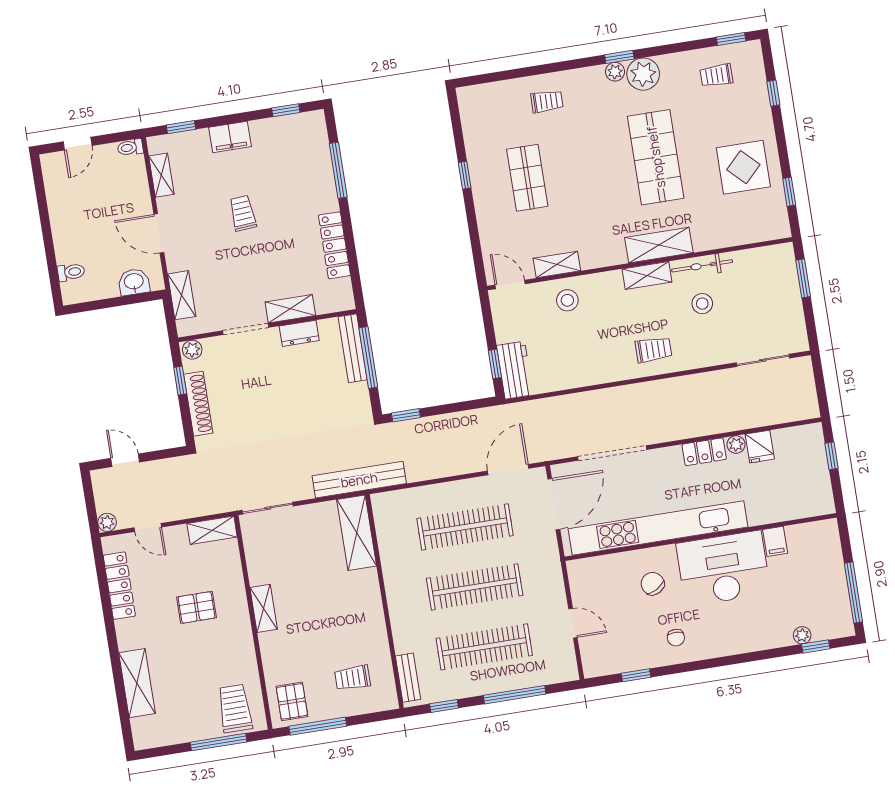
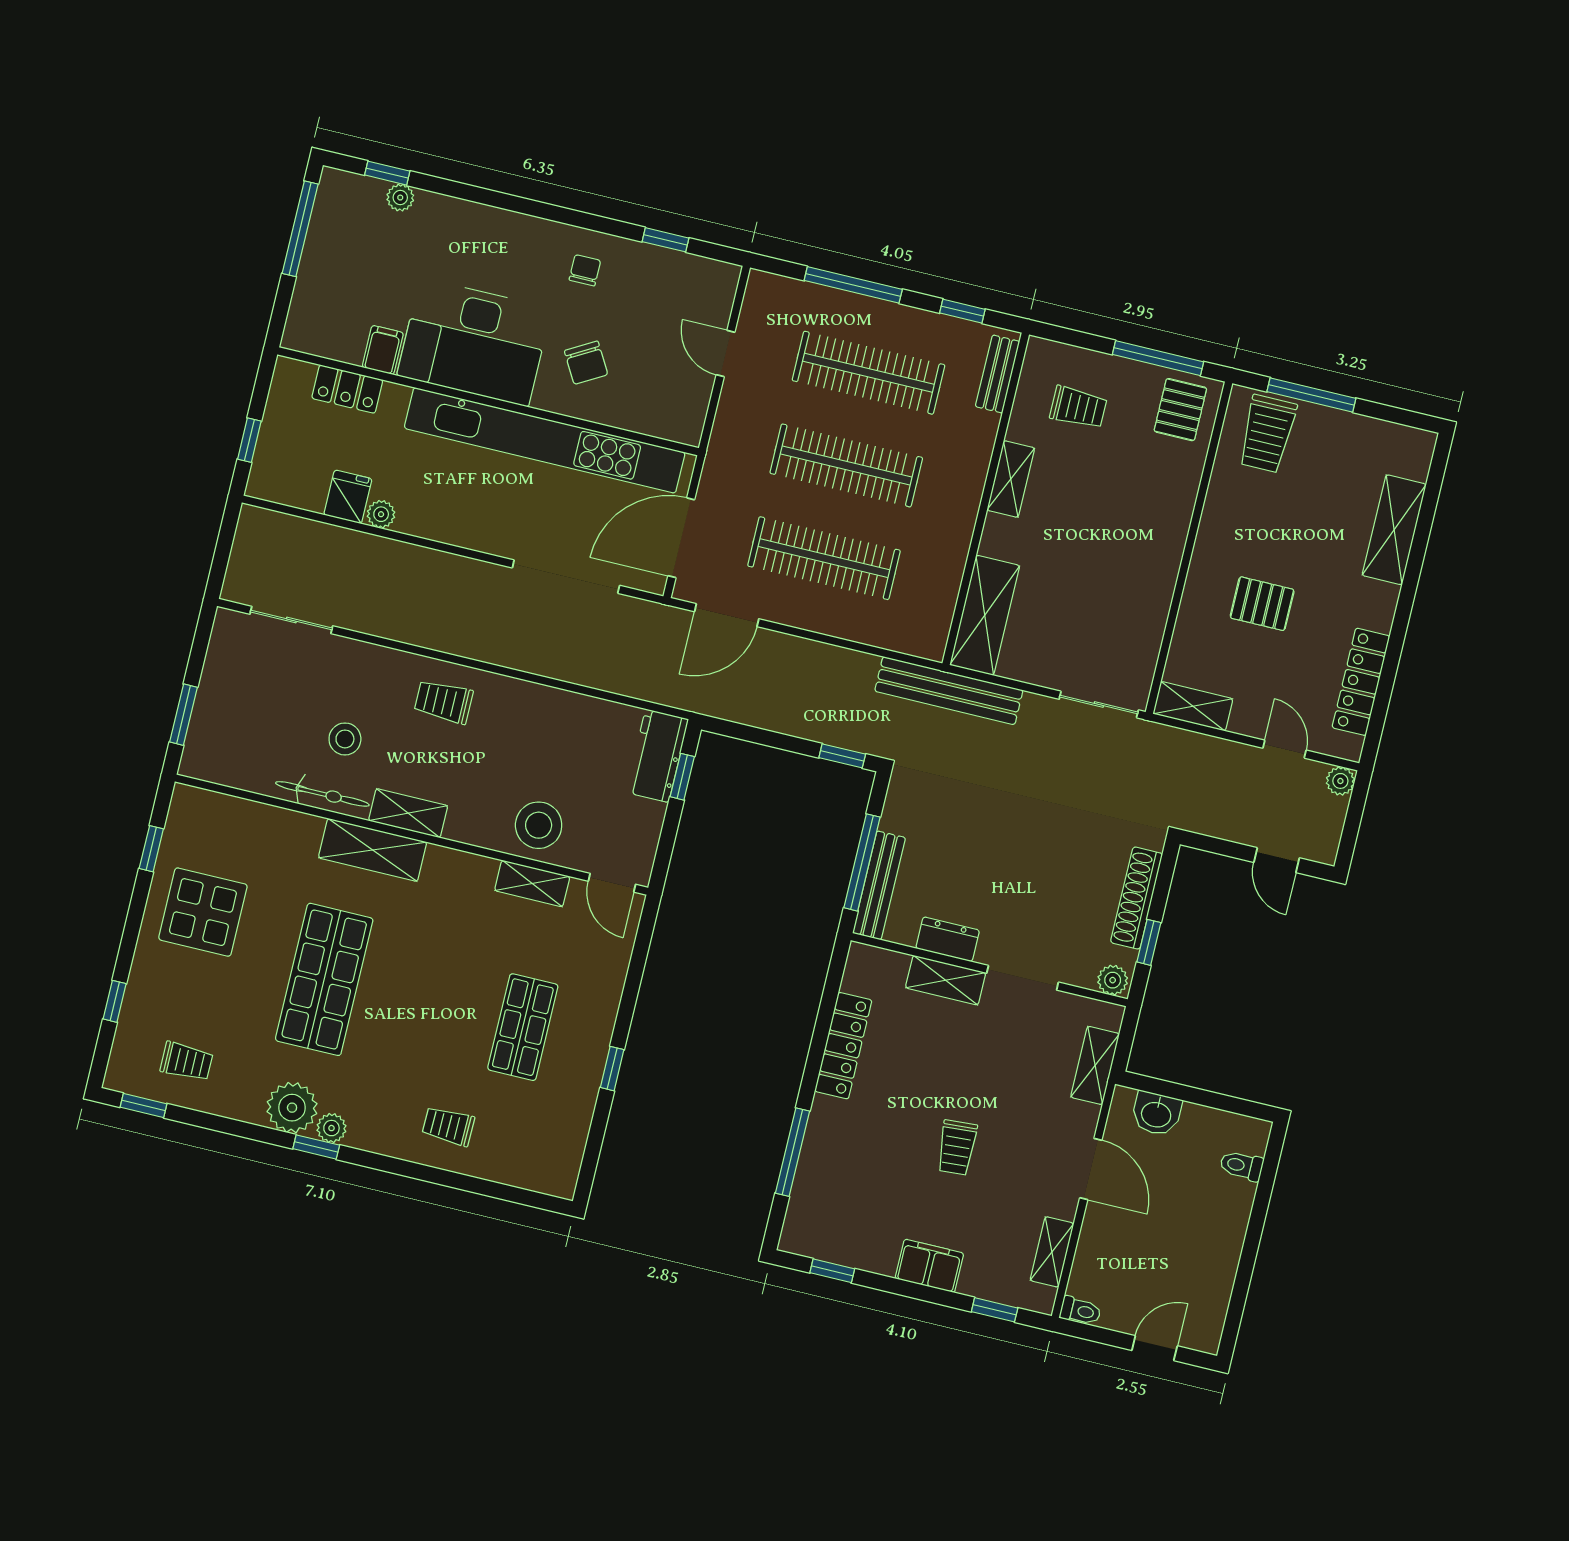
stool: (567, 300) -> (539, 825), width x1.38, depth x1.38
locker: (704, 452) -> (347, 389), moved, turned 180
shelving: (264, 608) -> (1011, 479), moved

